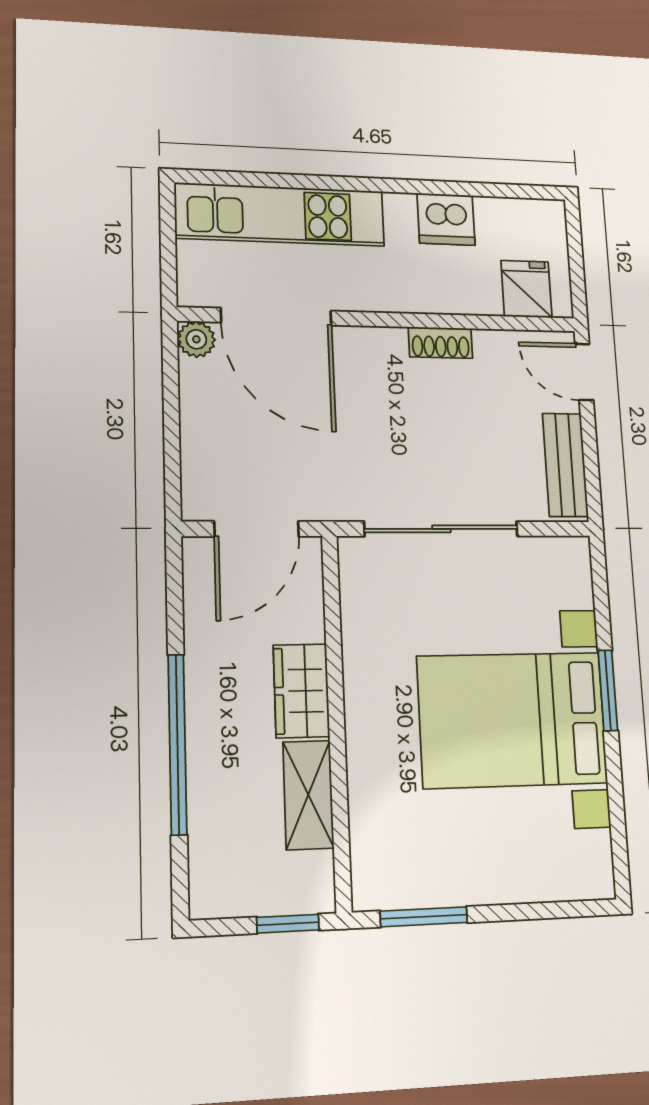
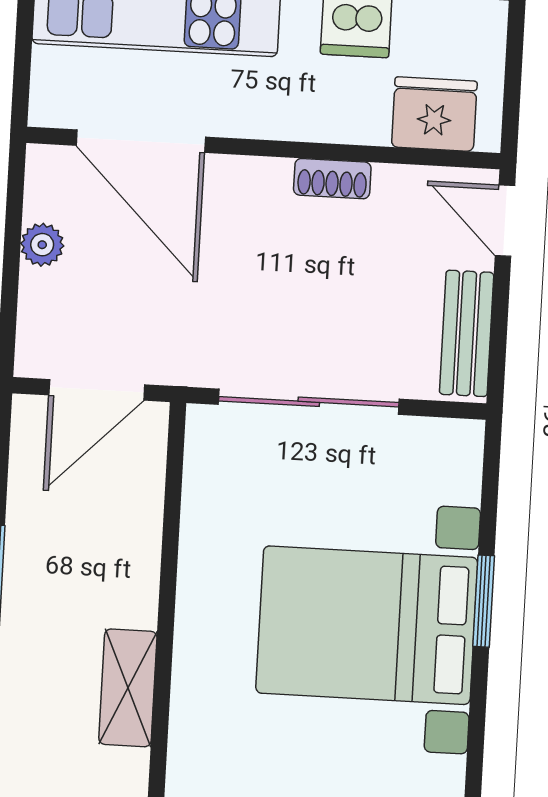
fridge: (526, 289) -> (434, 114), width x1.38
plant: (196, 339) -> (42, 245), moved
wardrobe: (301, 691) -> (131, 574), removed

